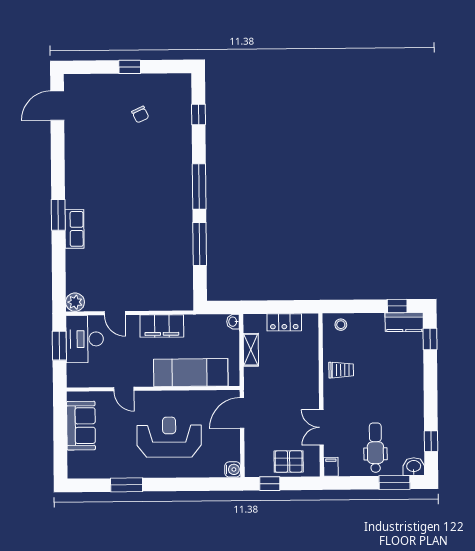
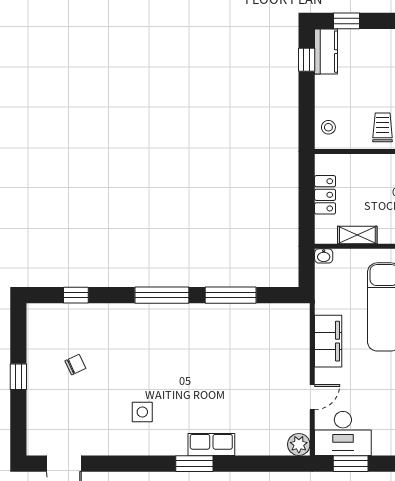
side table: (101, 171) -> (142, 412), added

